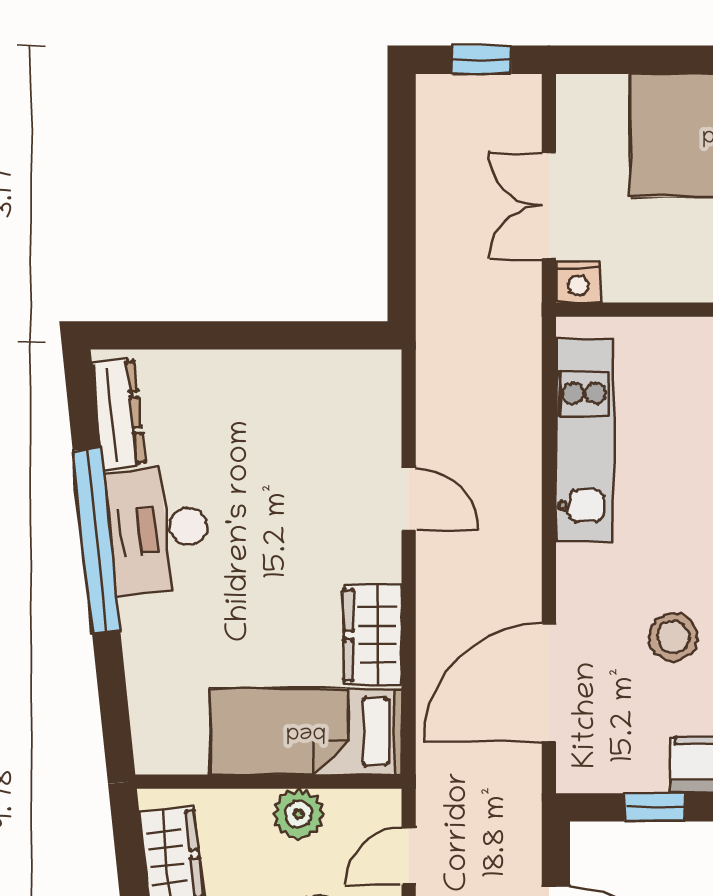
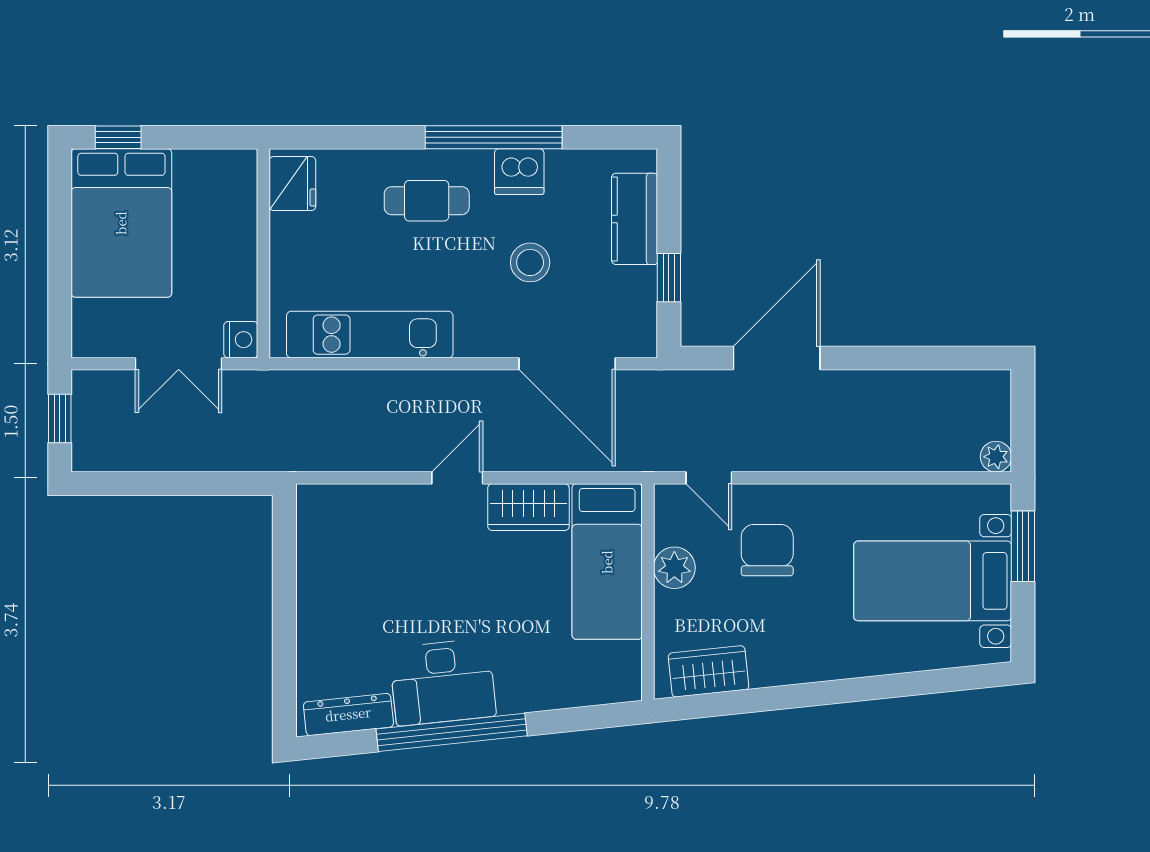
door: (409, 499) -> (457, 478), moved

